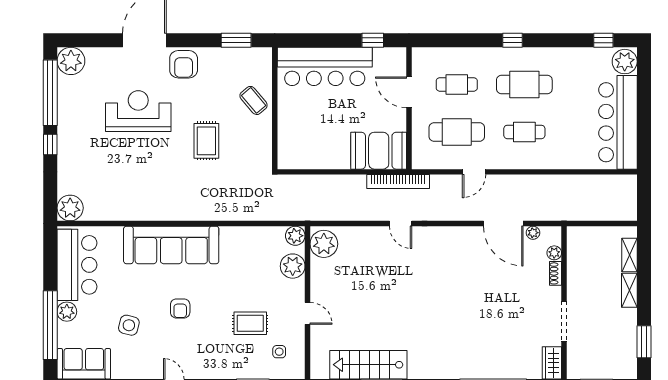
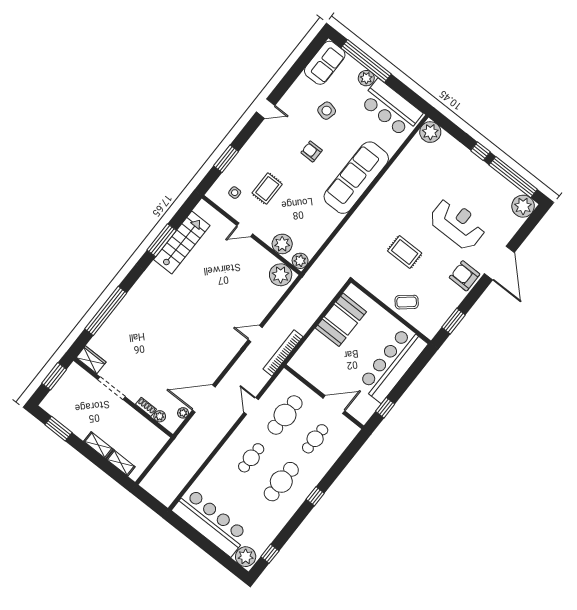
reception desk: (138, 111) -> (458, 224), turned -90
booth: (379, 151) -> (341, 320), moved

